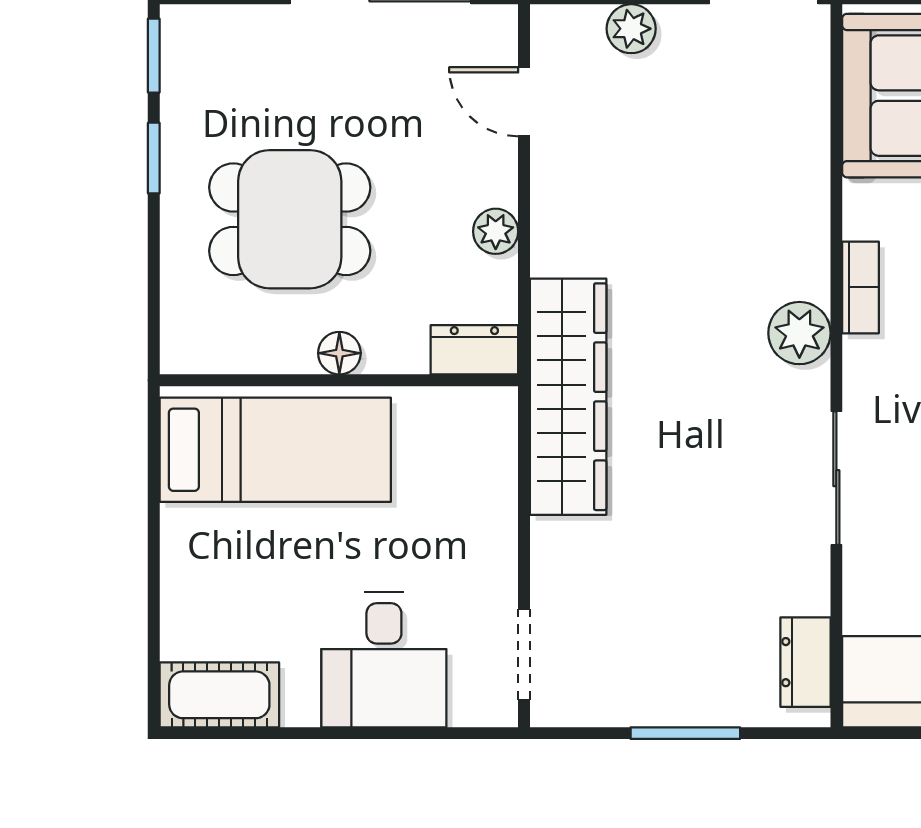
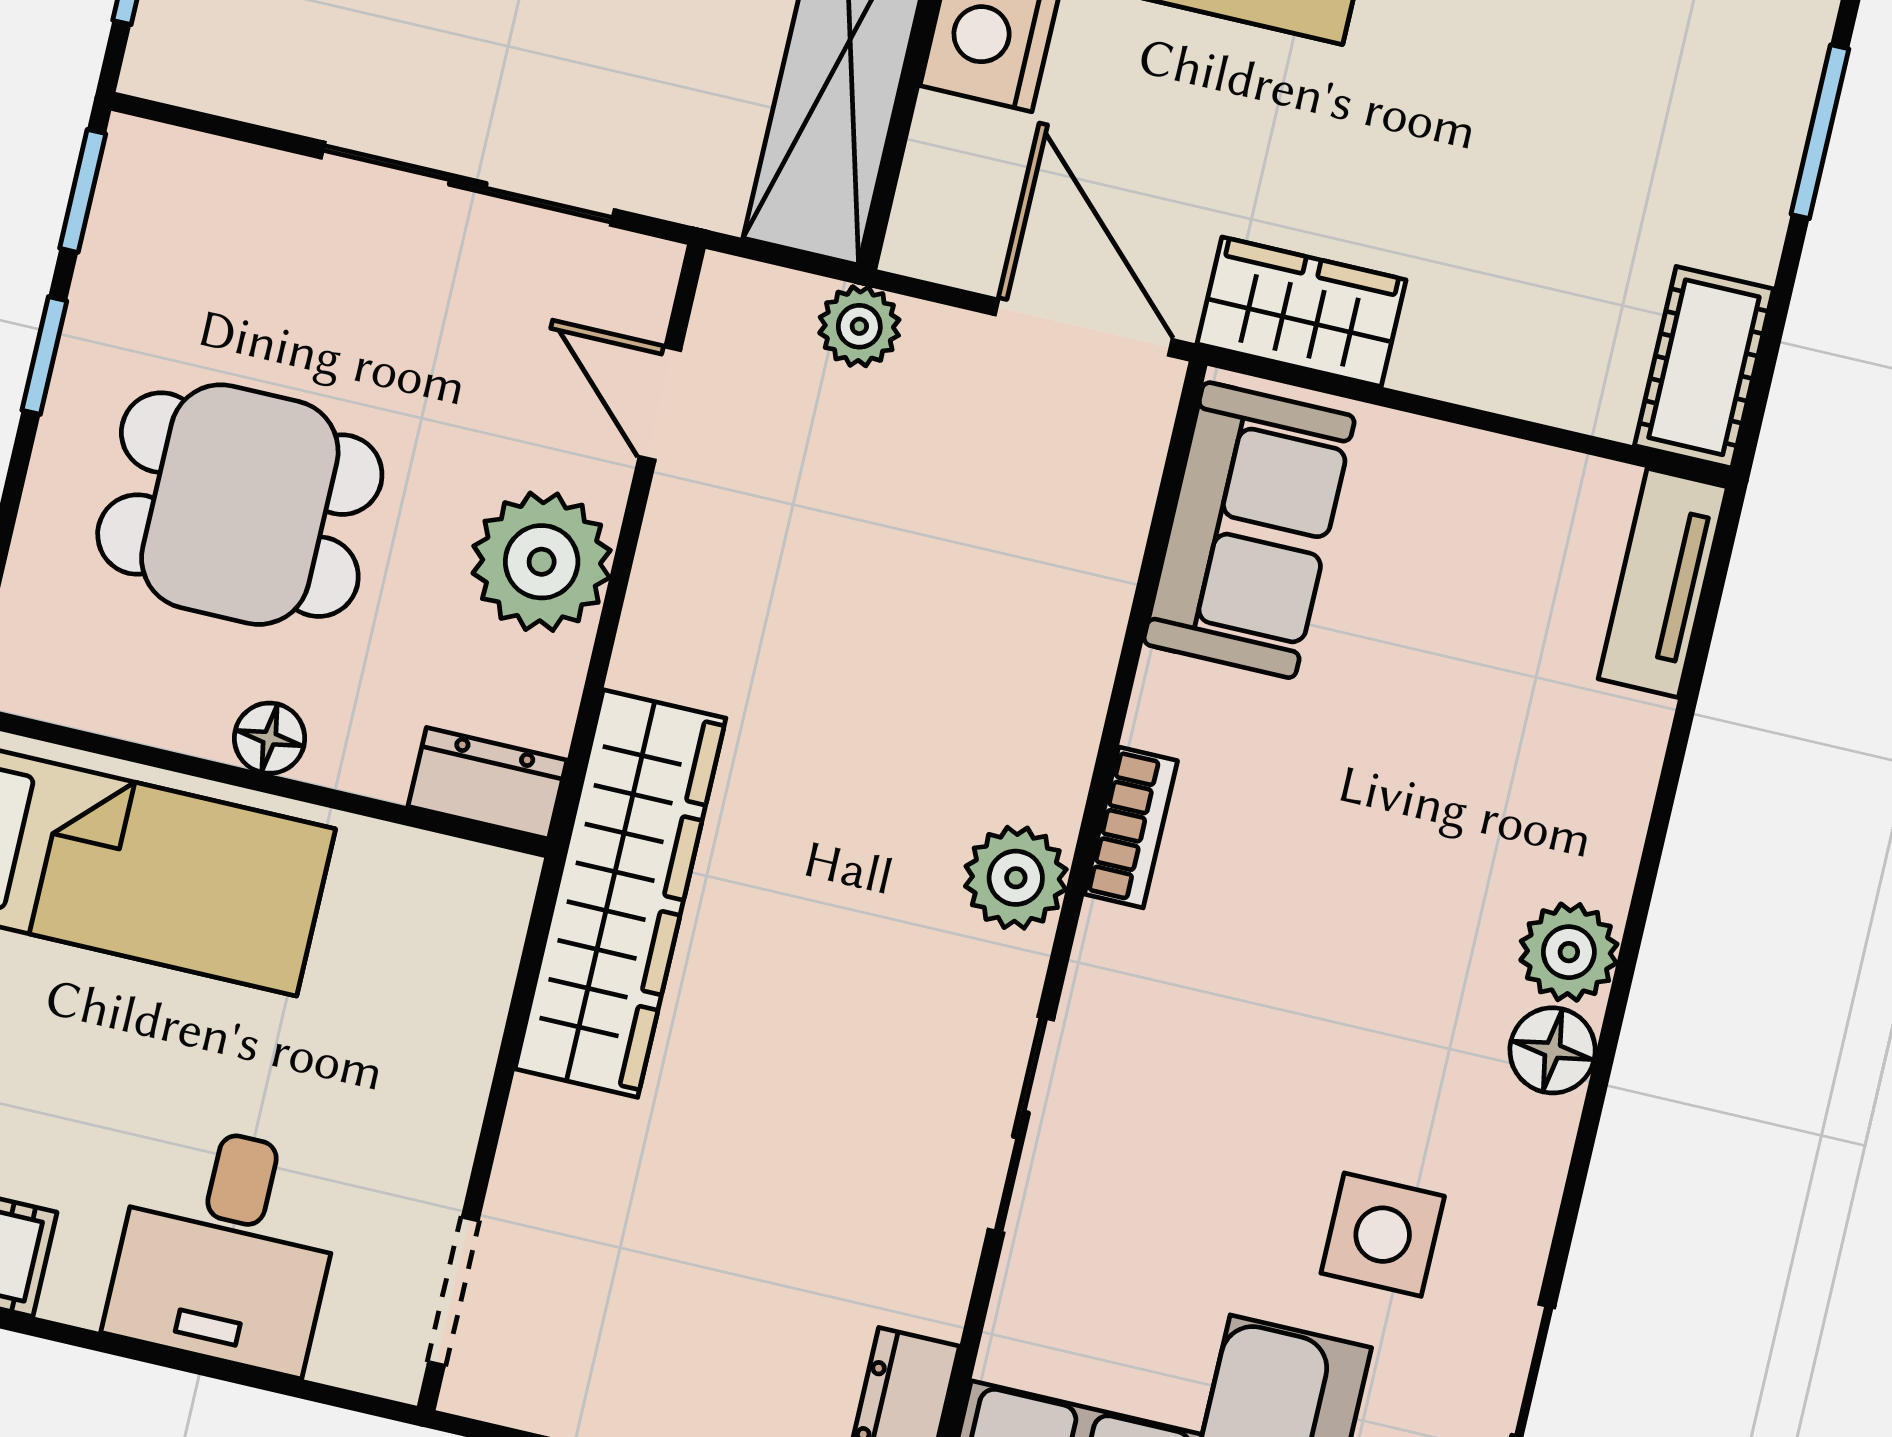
plant: (496, 231) -> (542, 562), width x1.87, depth x1.87

